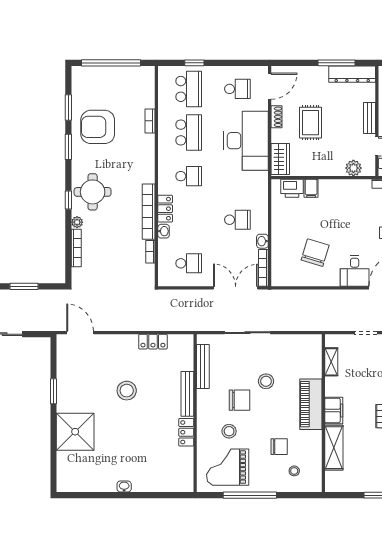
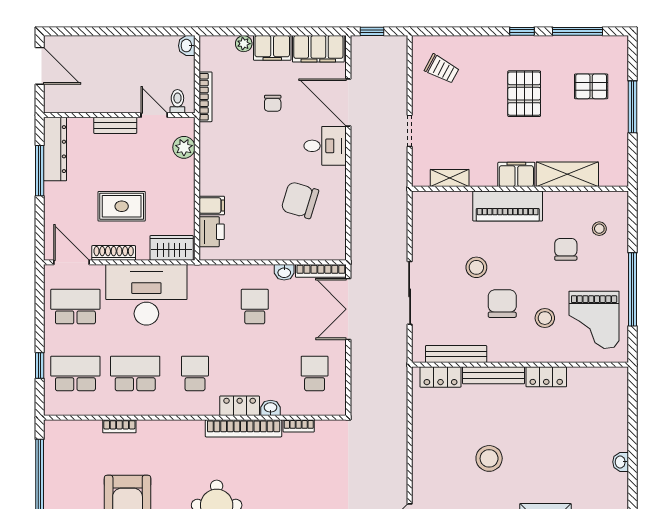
school desk: (237, 89) -> (75, 307), width x1.85
shoe rack: (277, 117) -> (114, 253), width x1.43
locker: (153, 342) -> (441, 377), moved, turned 90

